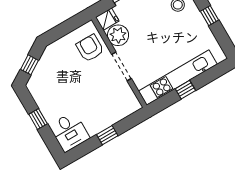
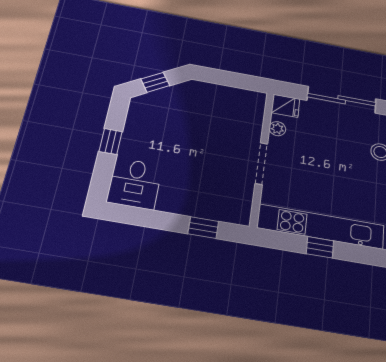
plant: (118, 35) -> (277, 129), width x0.53, depth x0.53
armchair: (90, 48) -> (240, 118), removed
window: (107, 135) -> (203, 228), moved

